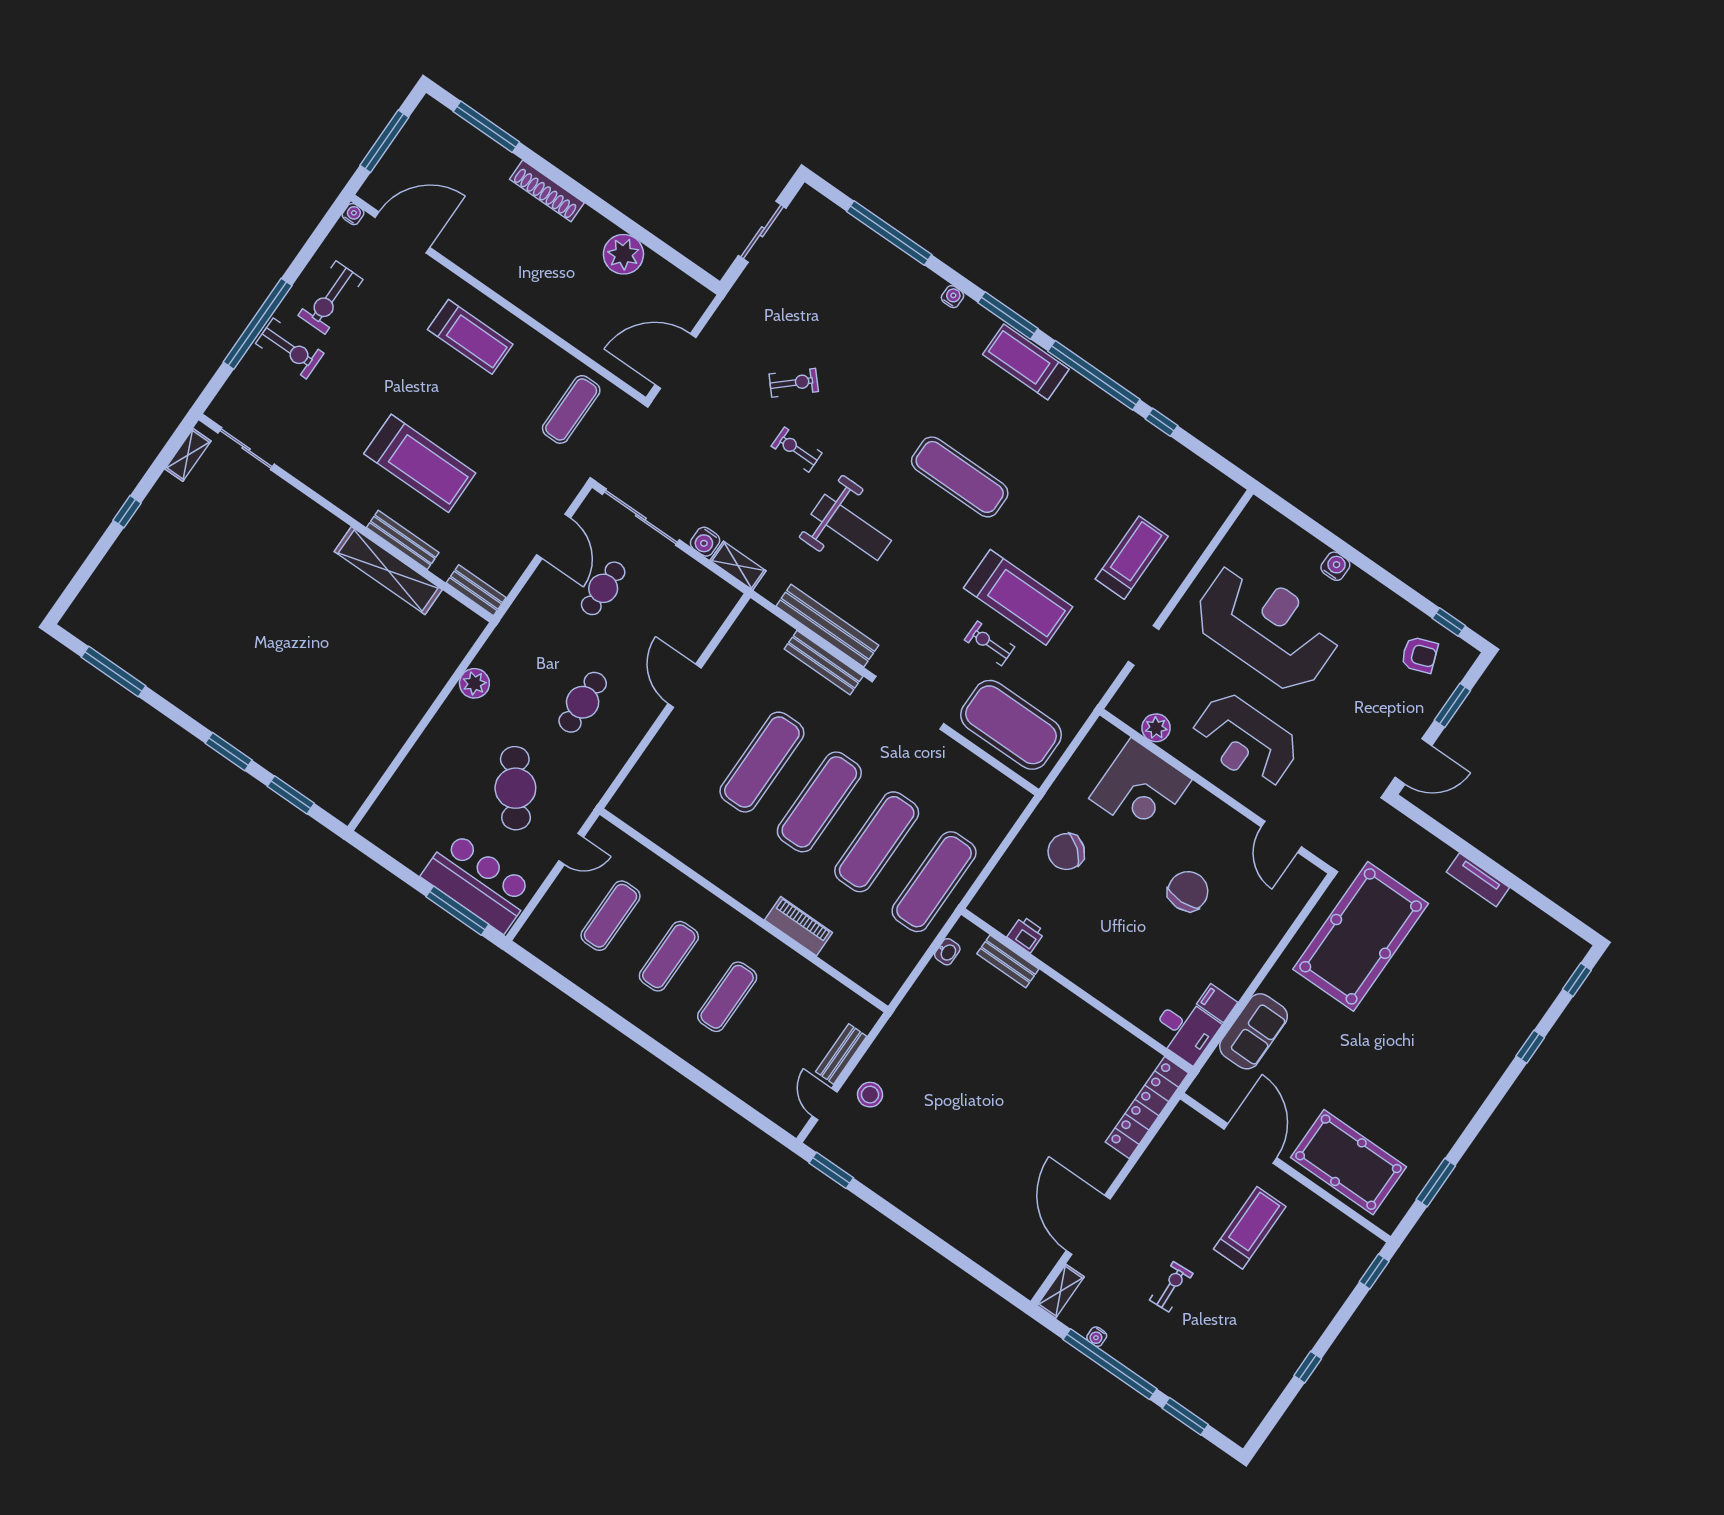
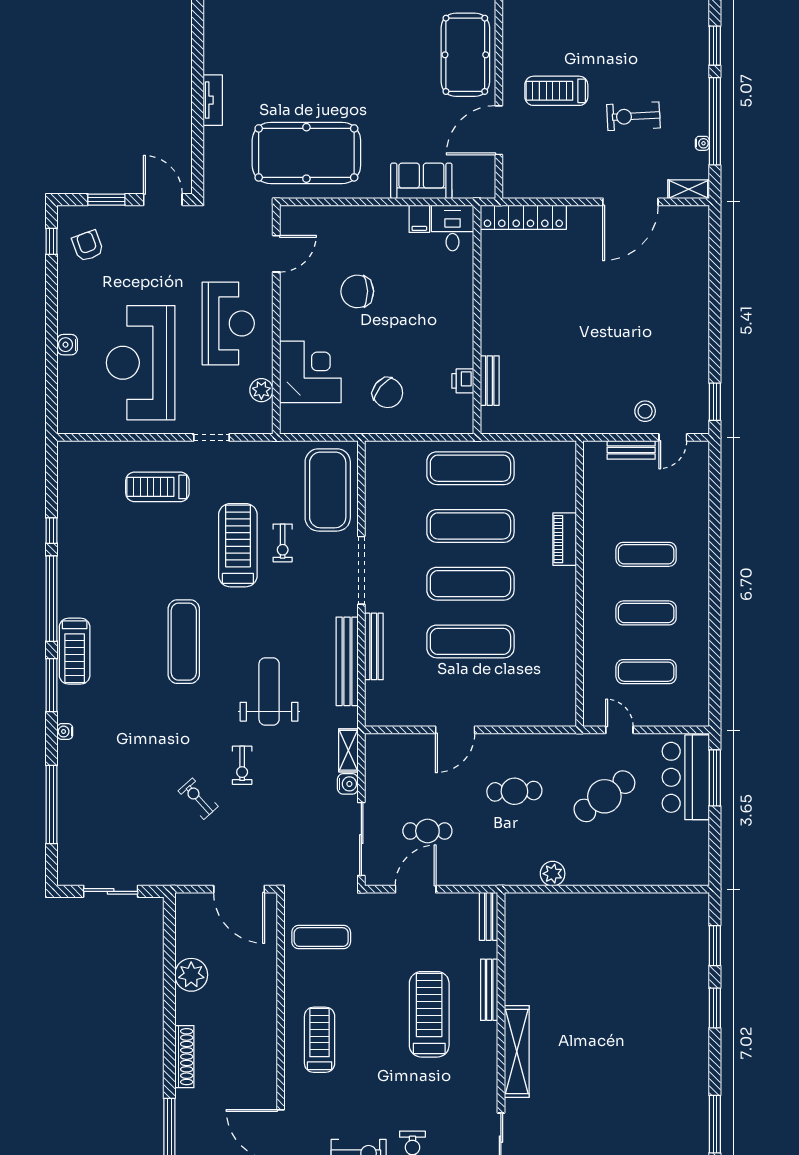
shelving: (388, 571) -> (517, 1052), moved
washbasin: (947, 952) -> (512, 426), removed
exercise bike: (1171, 1287) -> (633, 116), width x1.38, depth x1.39

